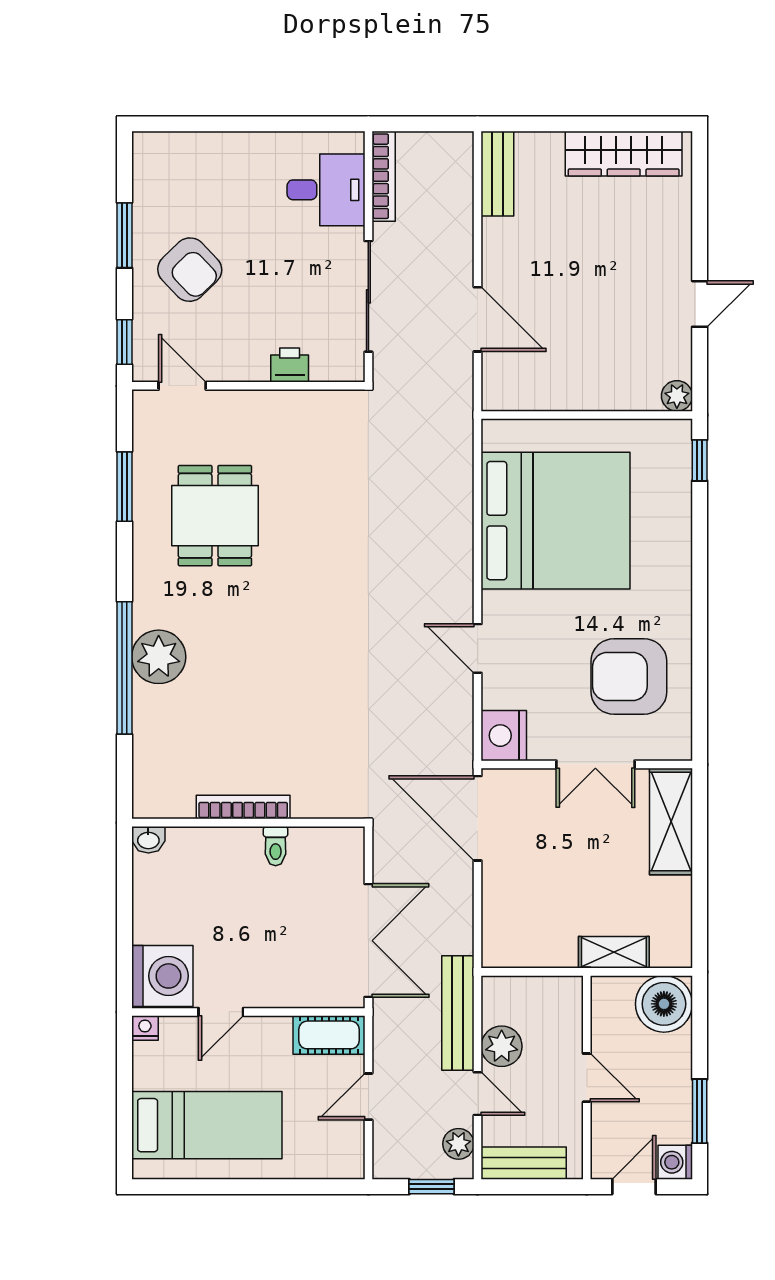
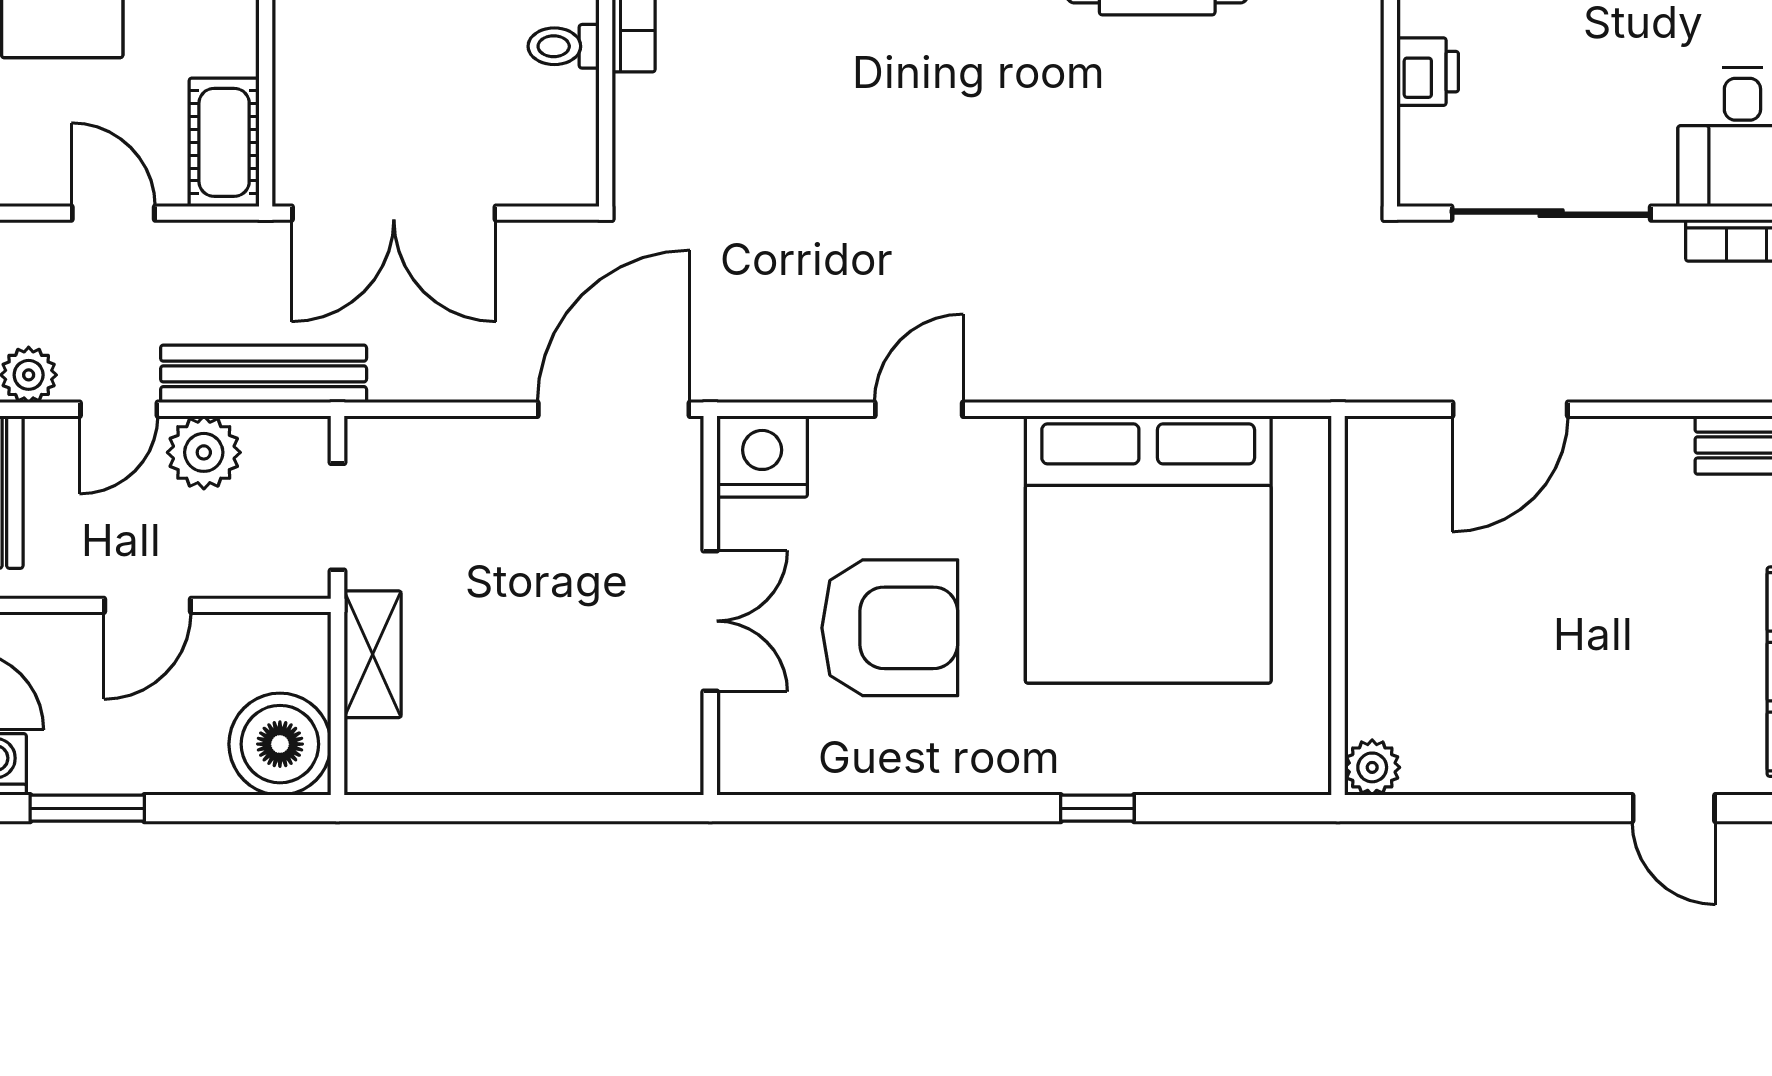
door: (700, 304) -> (1674, 808), moved
window: (700, 460) -> (1097, 808), moved
armchair: (629, 676) -> (890, 628), moved, turned 90
double door: (595, 764) -> (710, 621), swing flipped
shelving: (671, 821) -> (608, 757), removed
doorway: (537, 972) -> (337, 517), added

